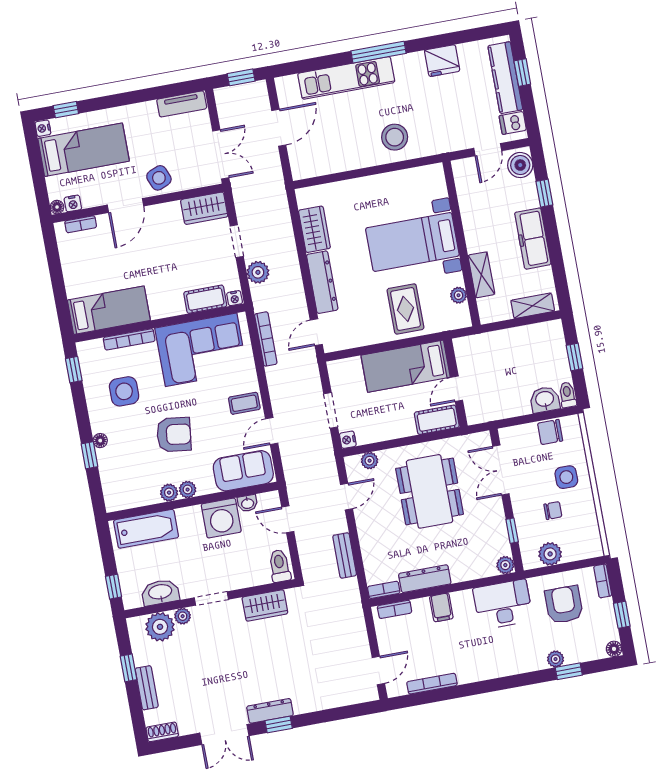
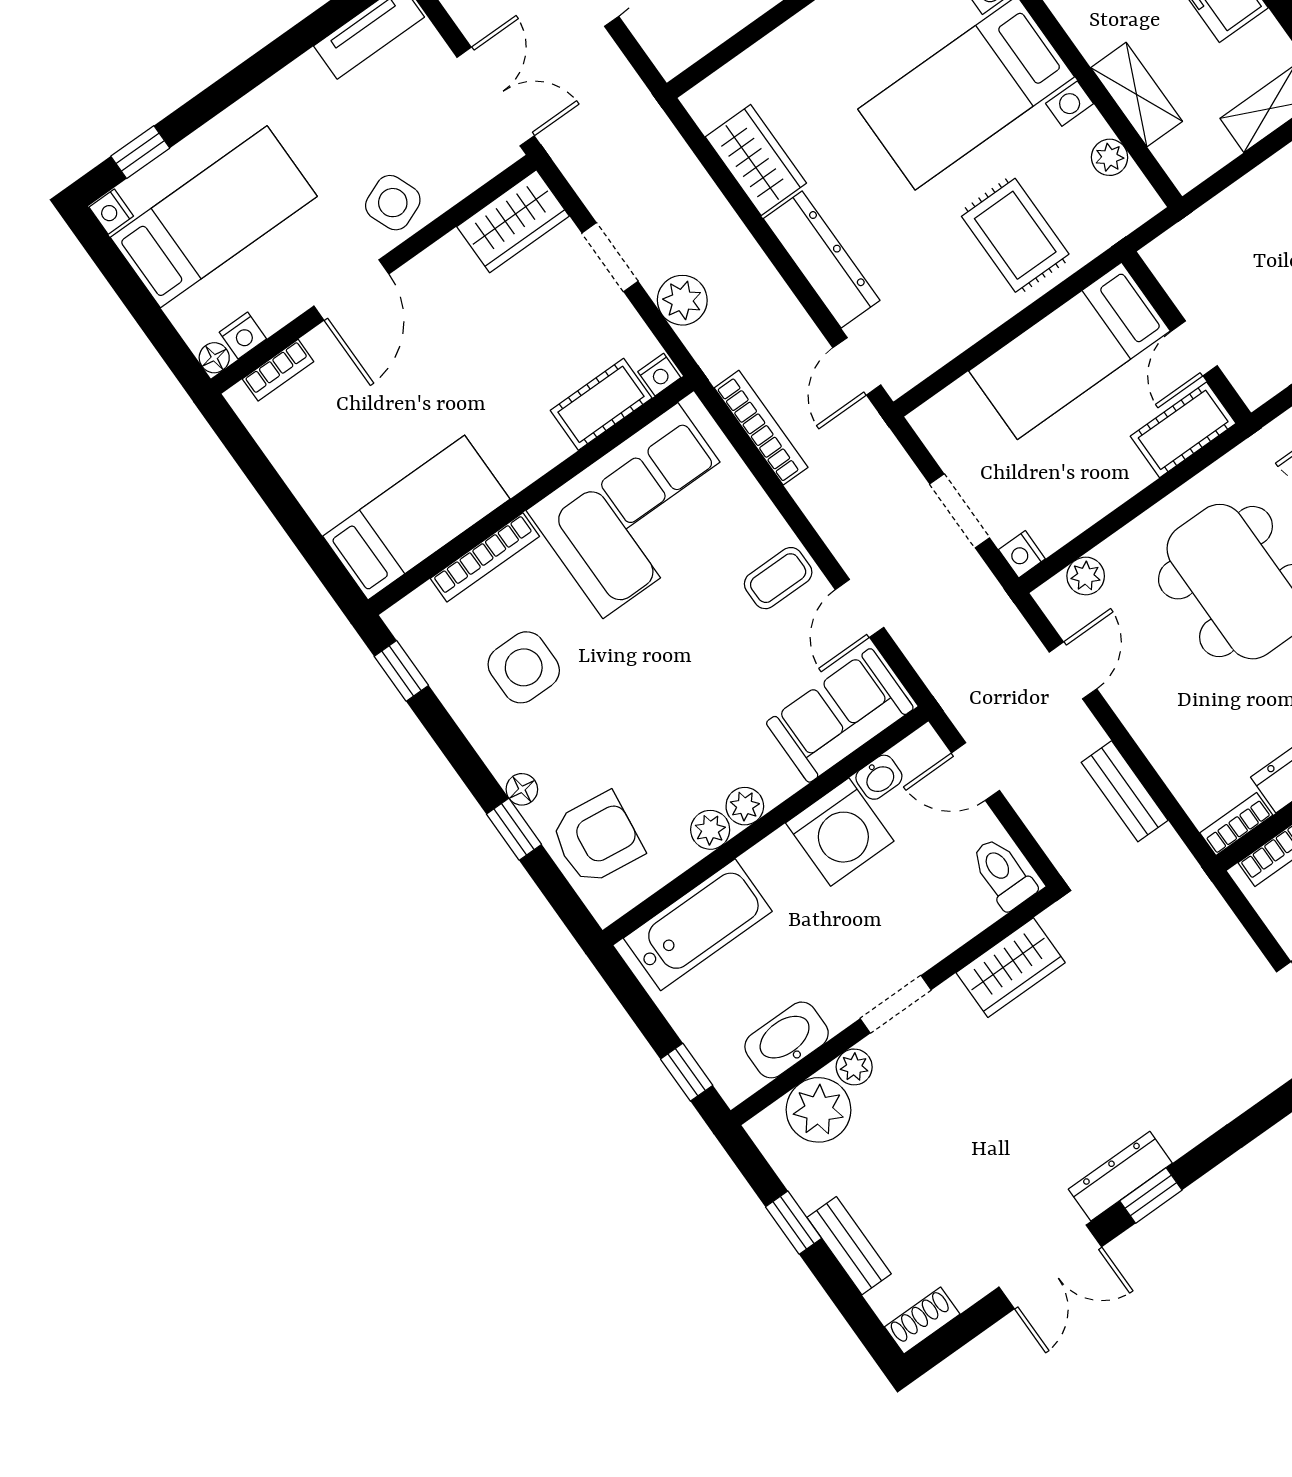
armchair: (174, 435) -> (597, 838), moved

